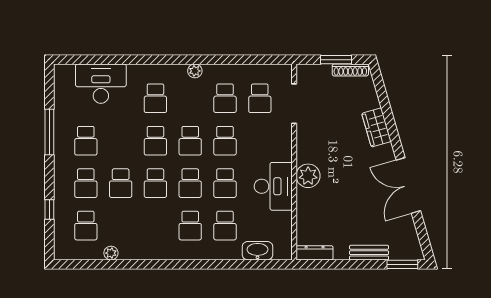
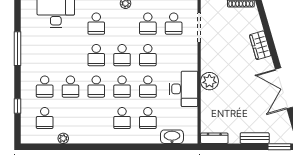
school desk: (86, 141) -> (45, 55), removed

